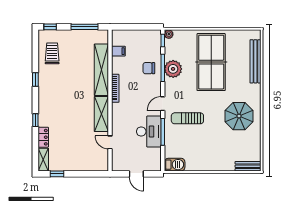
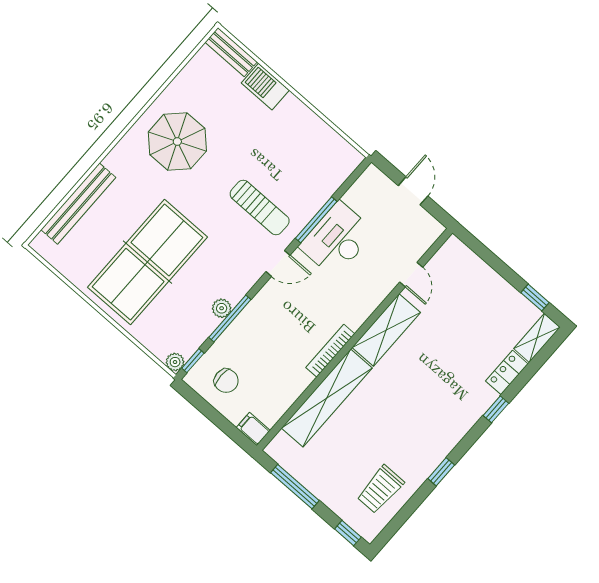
filing cabinet: (118, 51) -> (253, 429), moved
chair: (149, 68) -> (226, 381), moved
plant: (173, 69) -> (222, 308), width x0.53, depth x0.53
barbecue: (175, 165) -> (265, 87), moved

